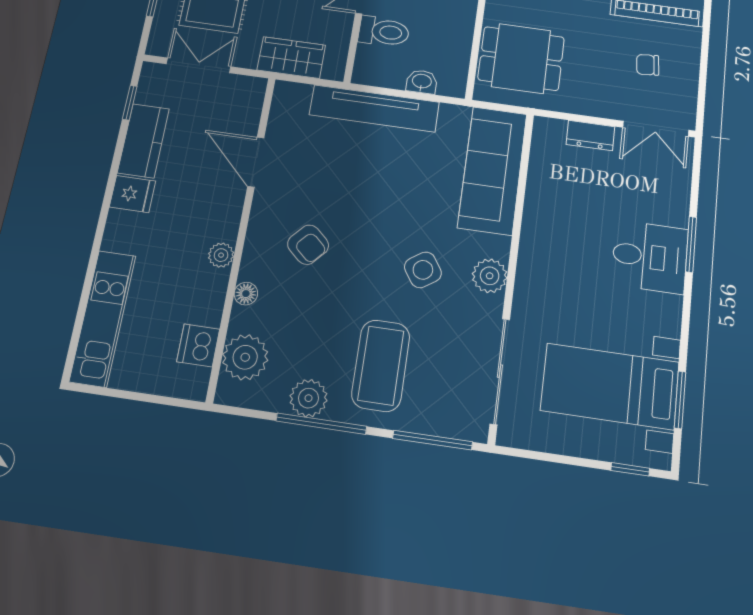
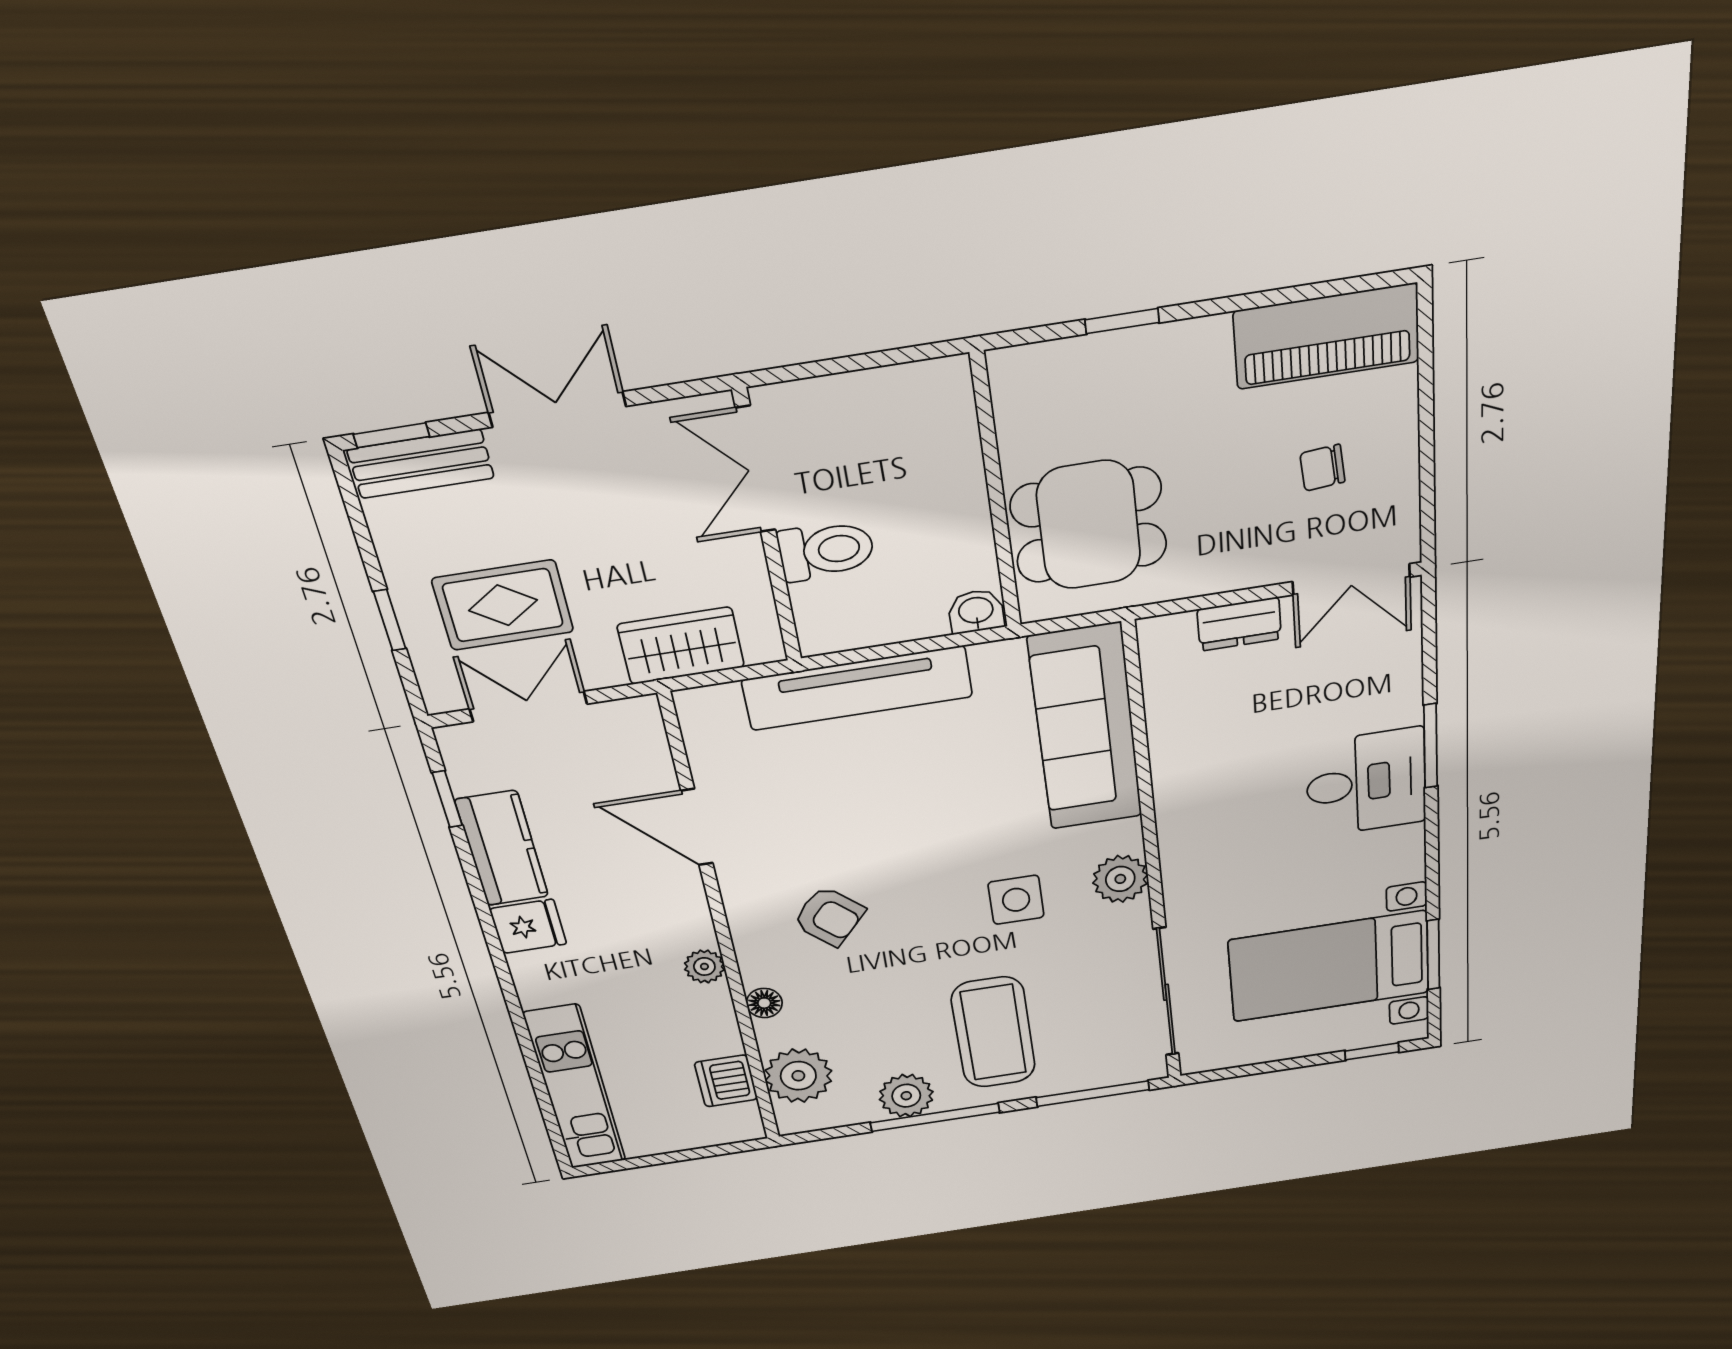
washbasin: (422, 82) -> (976, 611), moved
side table: (423, 270) -> (1016, 900), turned 34

